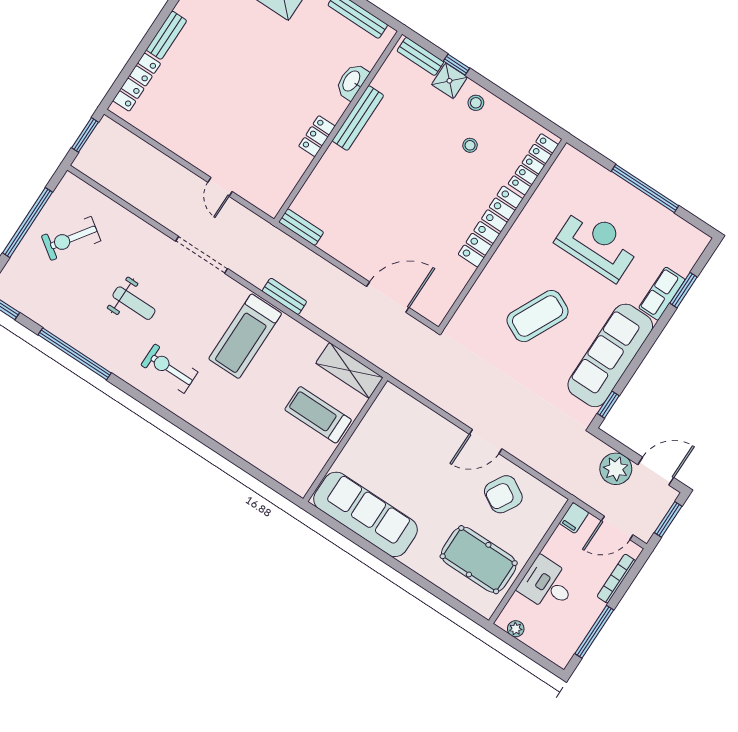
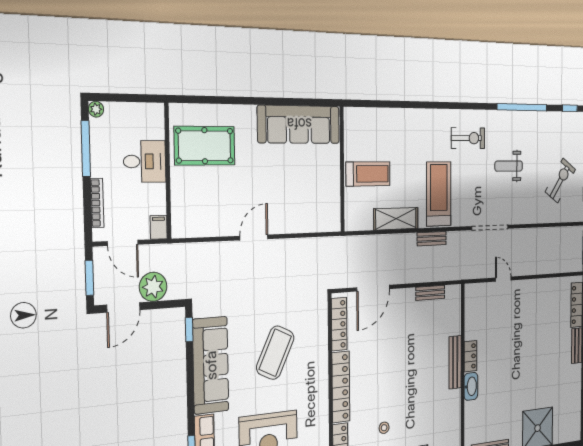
washbasin: (352, 81) -> (471, 386), moved
bench: (358, 118) -> (455, 362), moved
bench: (301, 227) -> (430, 293), moved
locker: (450, 290) -> (339, 324), added
shelving: (349, 370) -> (396, 219), moved
armchair: (503, 494) -> (218, 208), removed
door: (617, 528) -> (123, 243), swing flipped
plant: (516, 629) -> (96, 109), moved

